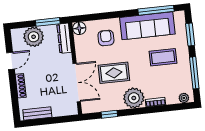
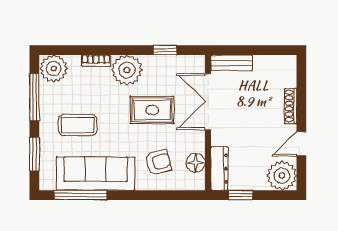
window: (48, 22) -> (241, 195), width x0.67
floor lamp: (79, 28) -> (196, 163), moved
plant: (34, 37) -> (282, 176), moved
armchair: (106, 38) -> (158, 162), turned -106
plant: (184, 98) -> (54, 69), width x1.87, depth x1.87
bench: (37, 113) -> (231, 63), moved

